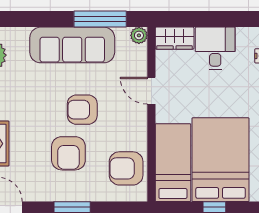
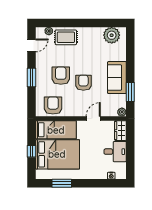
window: (100, 19) -> (130, 92), width x0.69
sofa: (72, 45) -> (117, 78), width x0.73
armchair: (68, 153) -> (61, 76), turned 90

